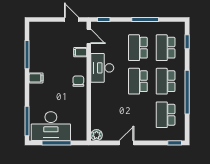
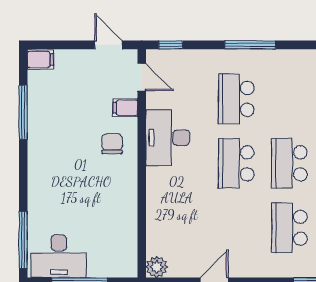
school desk: (166, 48) -> (289, 99), removed
filing cabinet: (36, 78) -> (40, 59), moved
chair: (78, 81) -> (112, 144), moved
desk: (51, 126) -> (59, 256), width x0.73, depth x0.77

